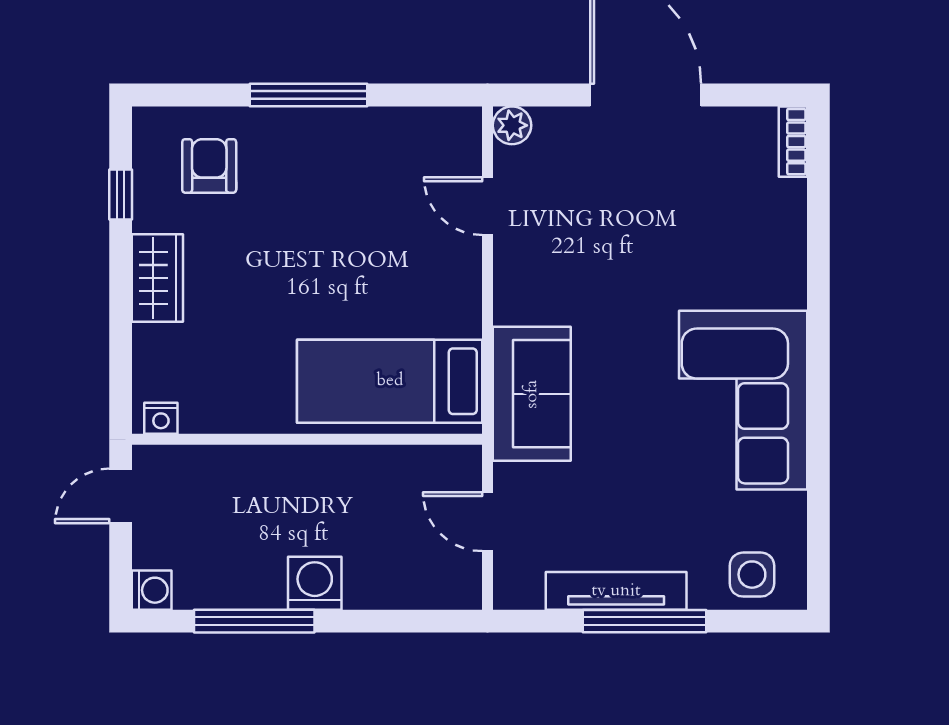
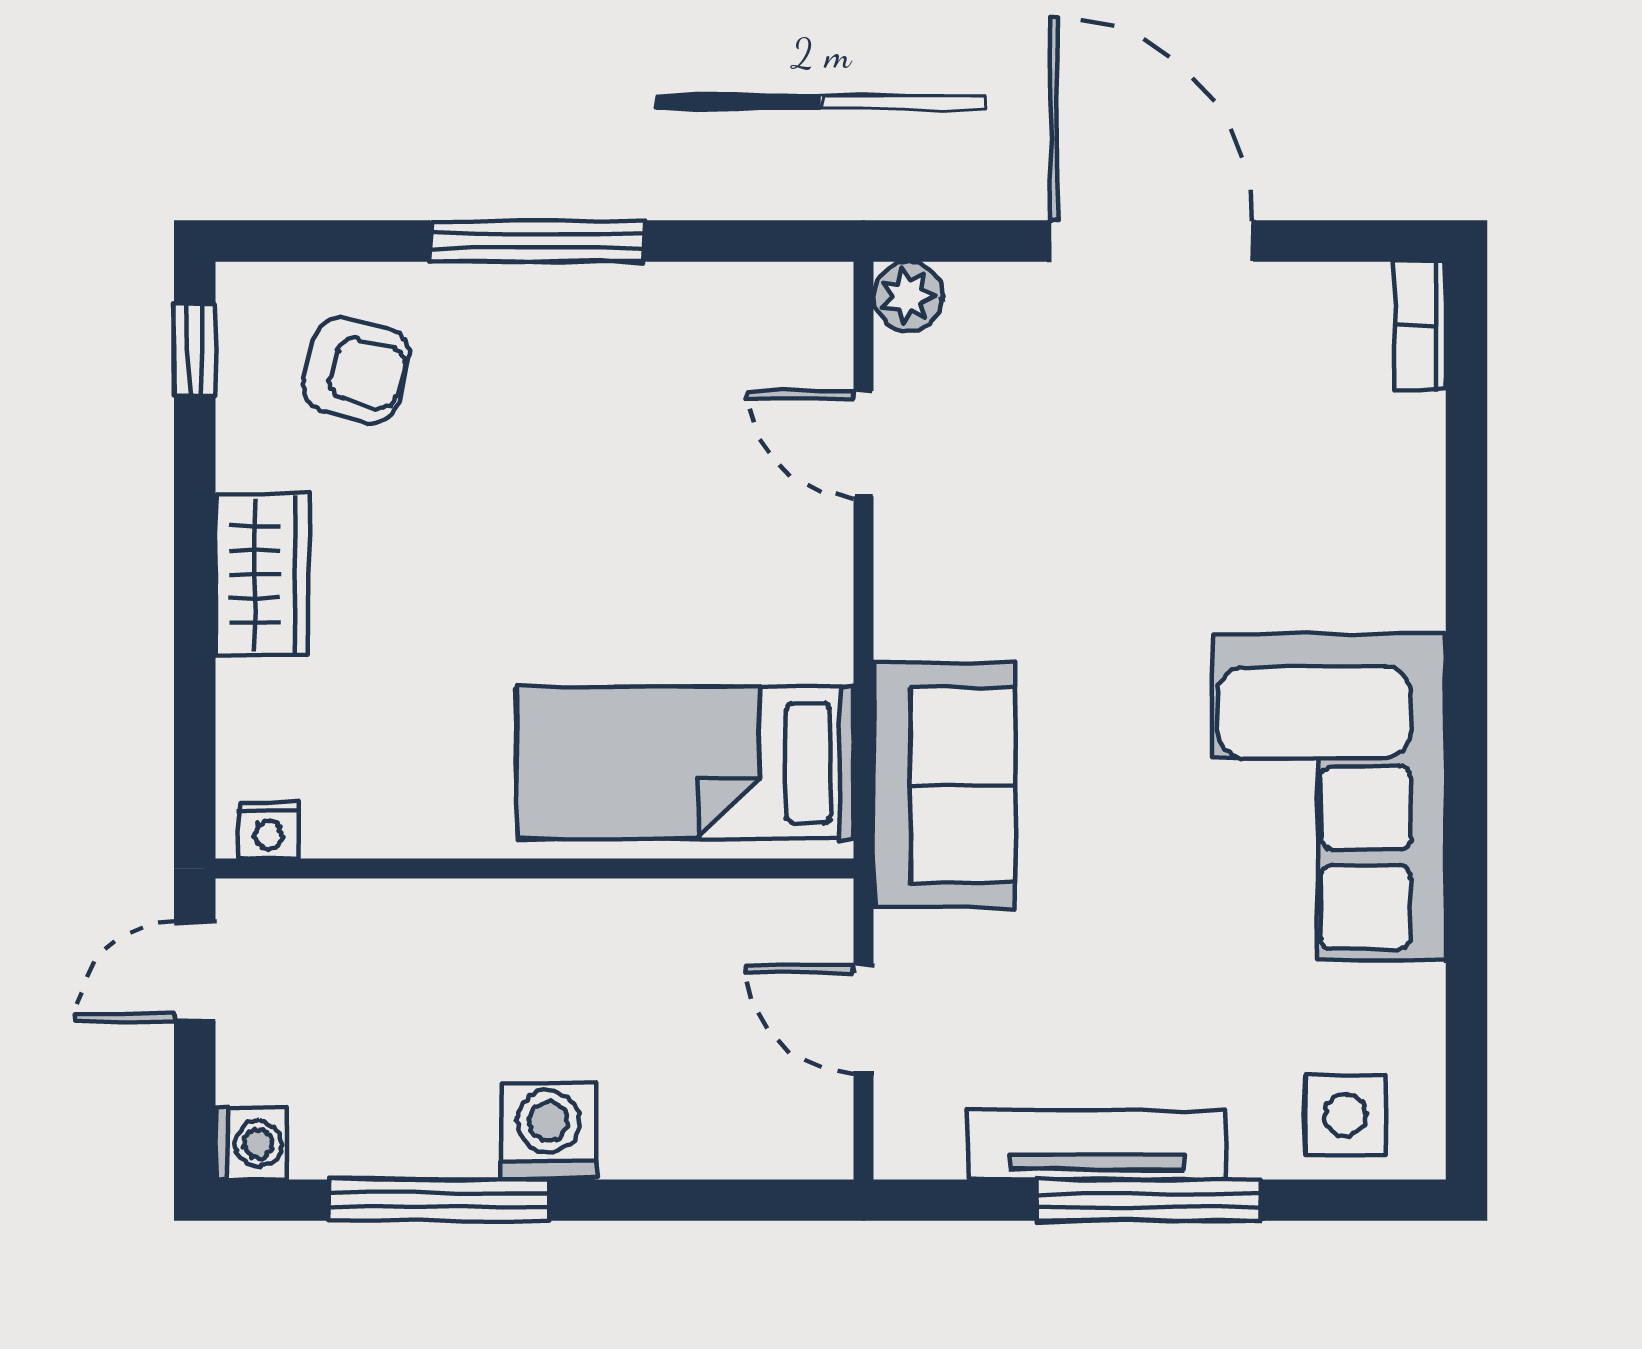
armchair: (209, 166) -> (356, 370), turned 105
window: (121, 195) -> (195, 350), moved

